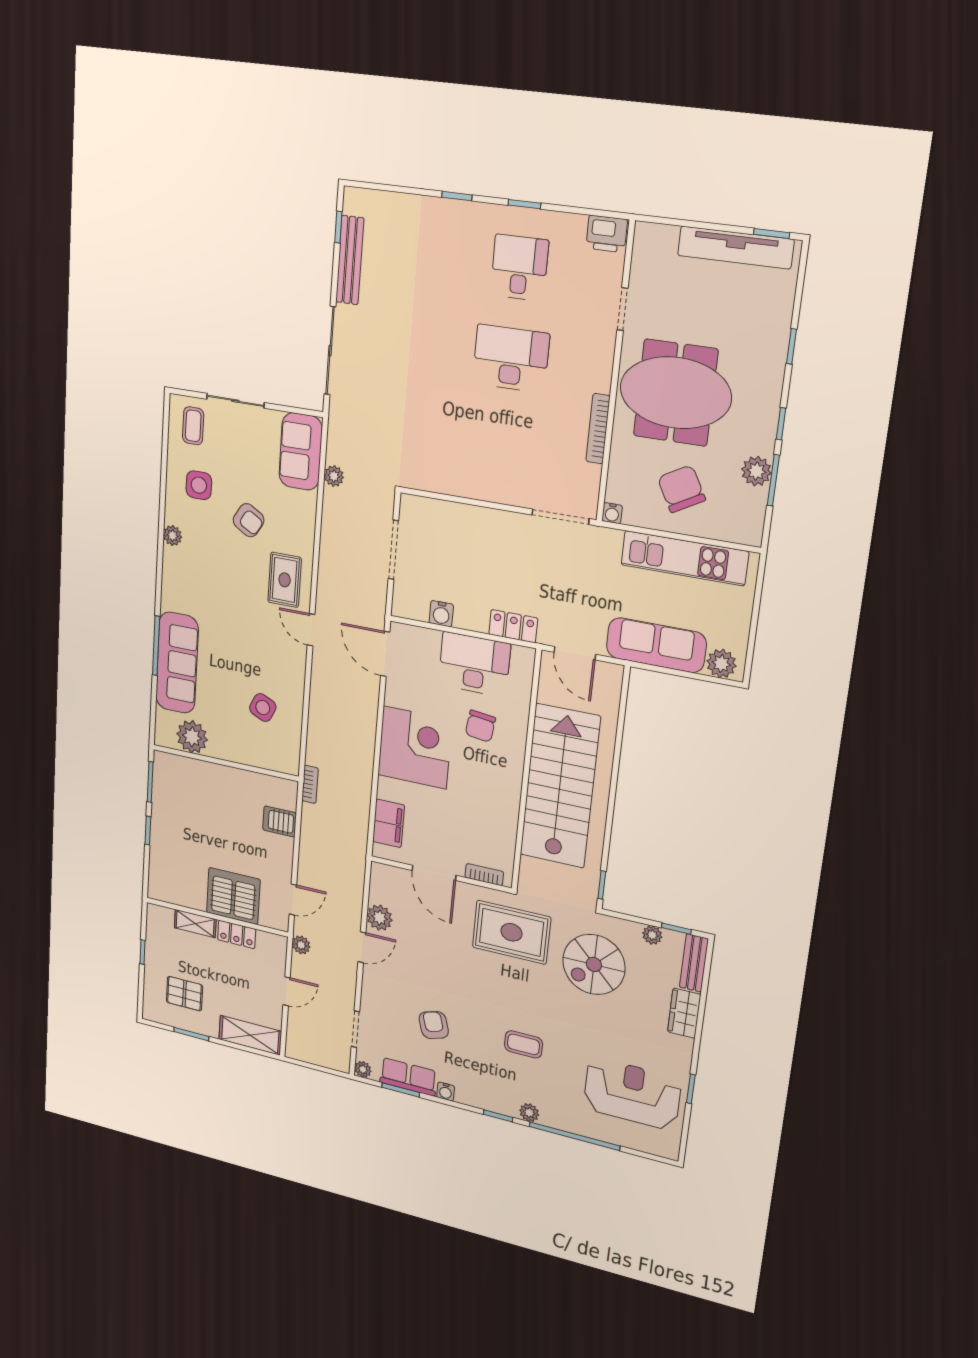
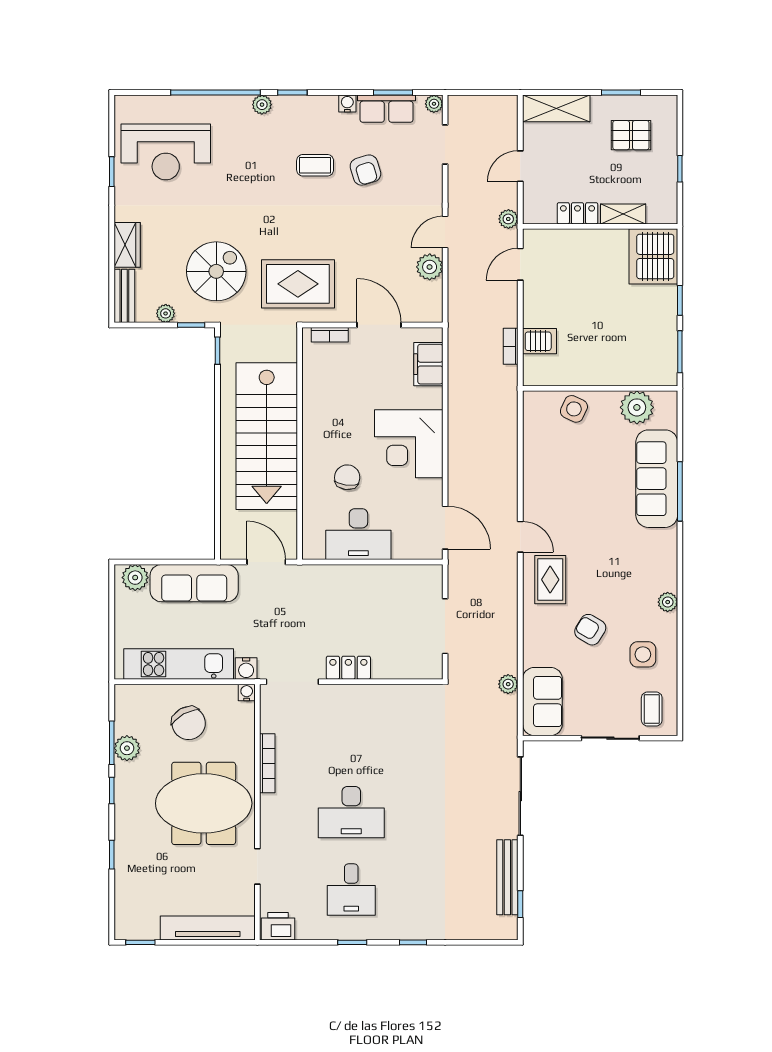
tv unit: (735, 247) -> (208, 928), moved
water cooler: (441, 614) -> (246, 669), moved, turned 180
locker: (513, 626) -> (348, 668), moved, turned 180
side table: (263, 708) -> (574, 409), moved
bookcase: (310, 784) -> (511, 346), moved
server rack: (233, 896) -> (653, 256), moved, turned 90
window: (676, 929) -> (191, 325), moved
coffee table: (523, 1044) -> (315, 165), moved

